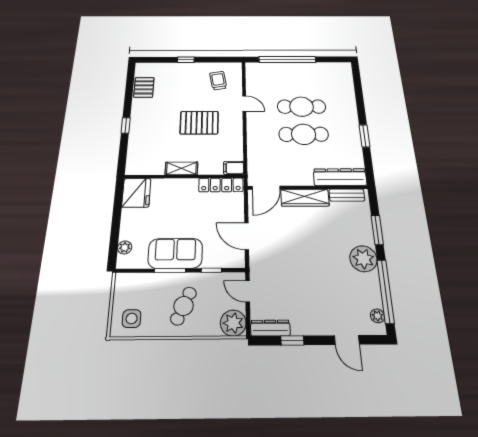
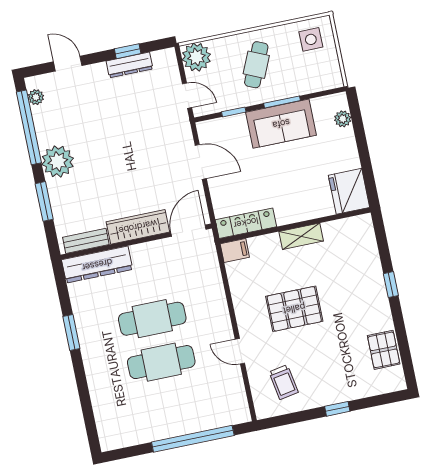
dresser: (270, 328) -> (130, 65), moved

